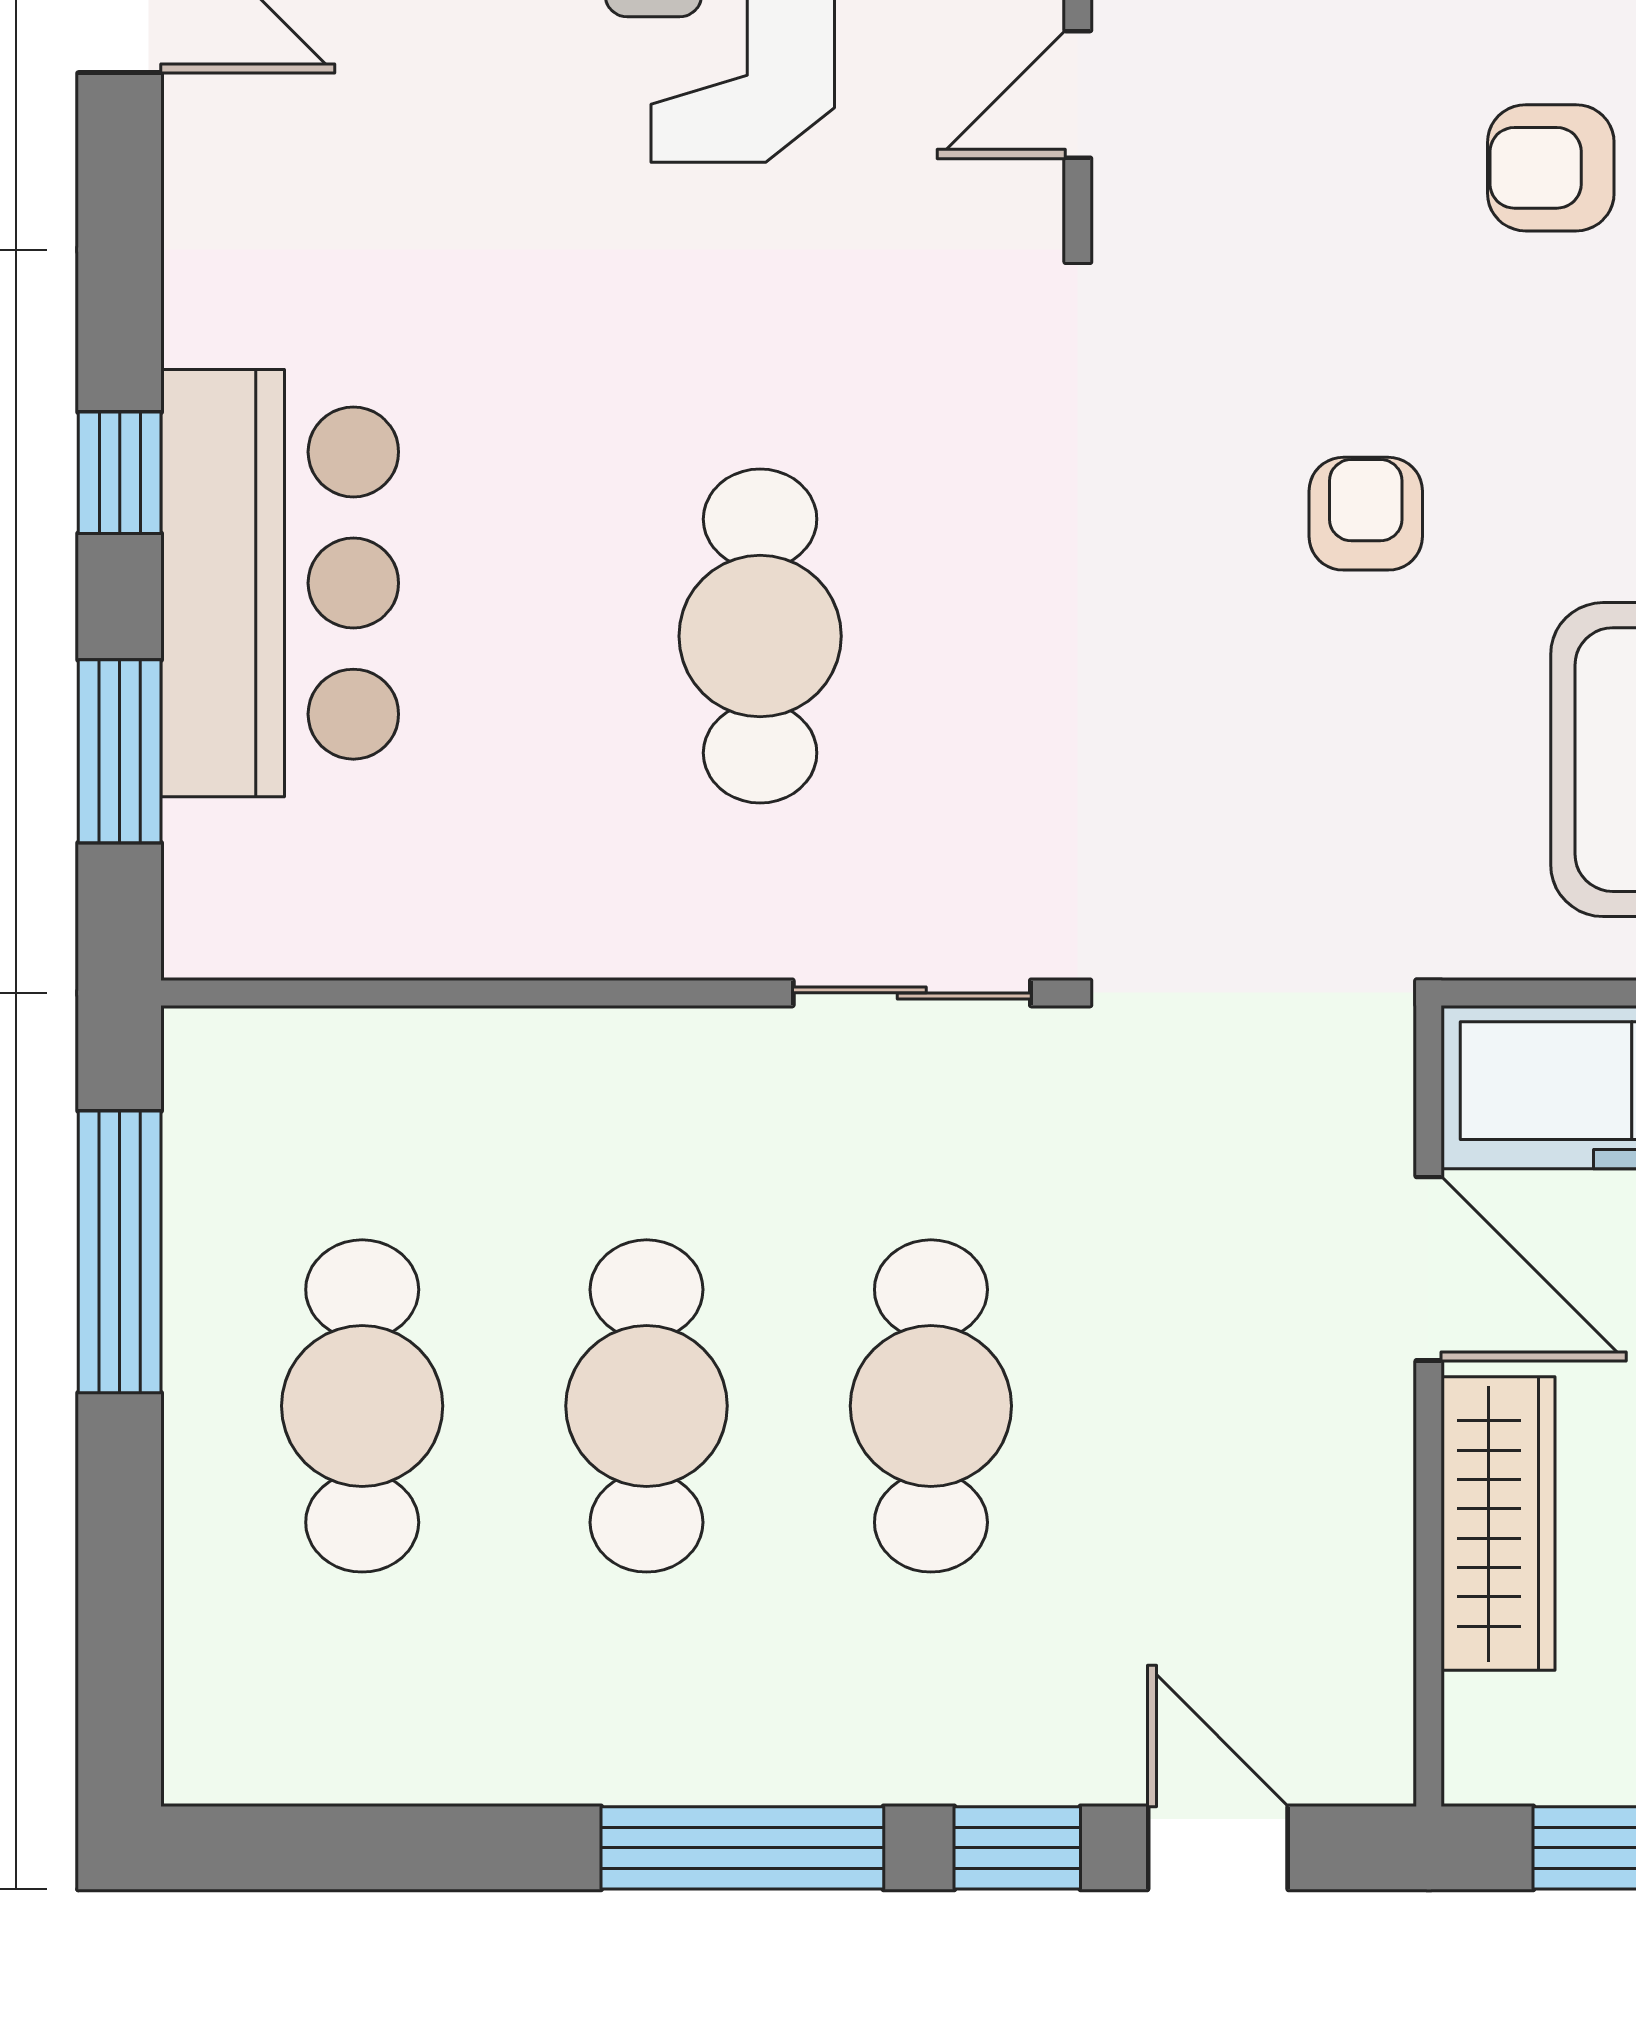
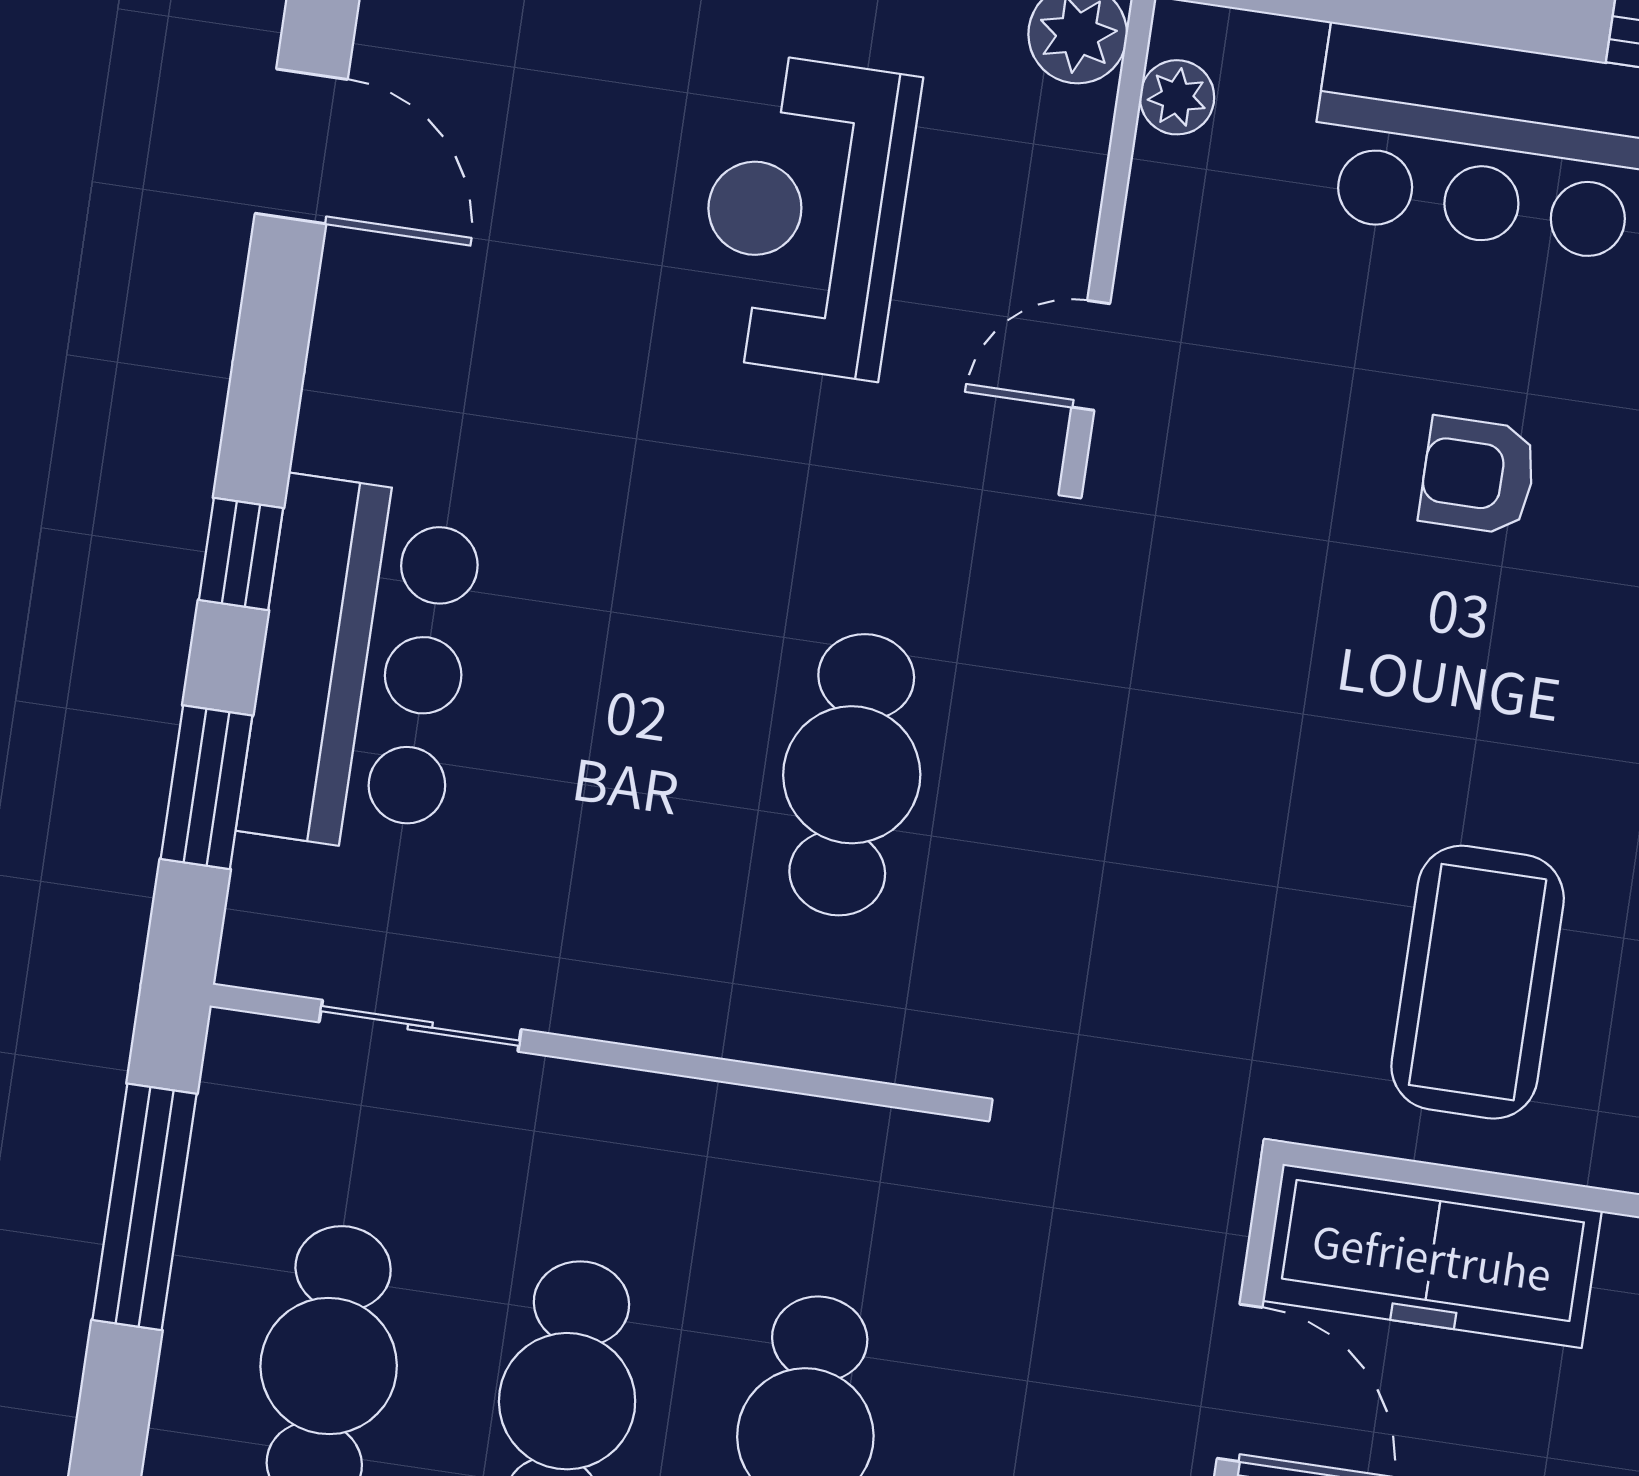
armchair: (1366, 514) -> (1280, 742), removed
cafe table: (760, 636) -> (852, 775), moved
sliding door: (912, 993) -> (420, 1026), moved

